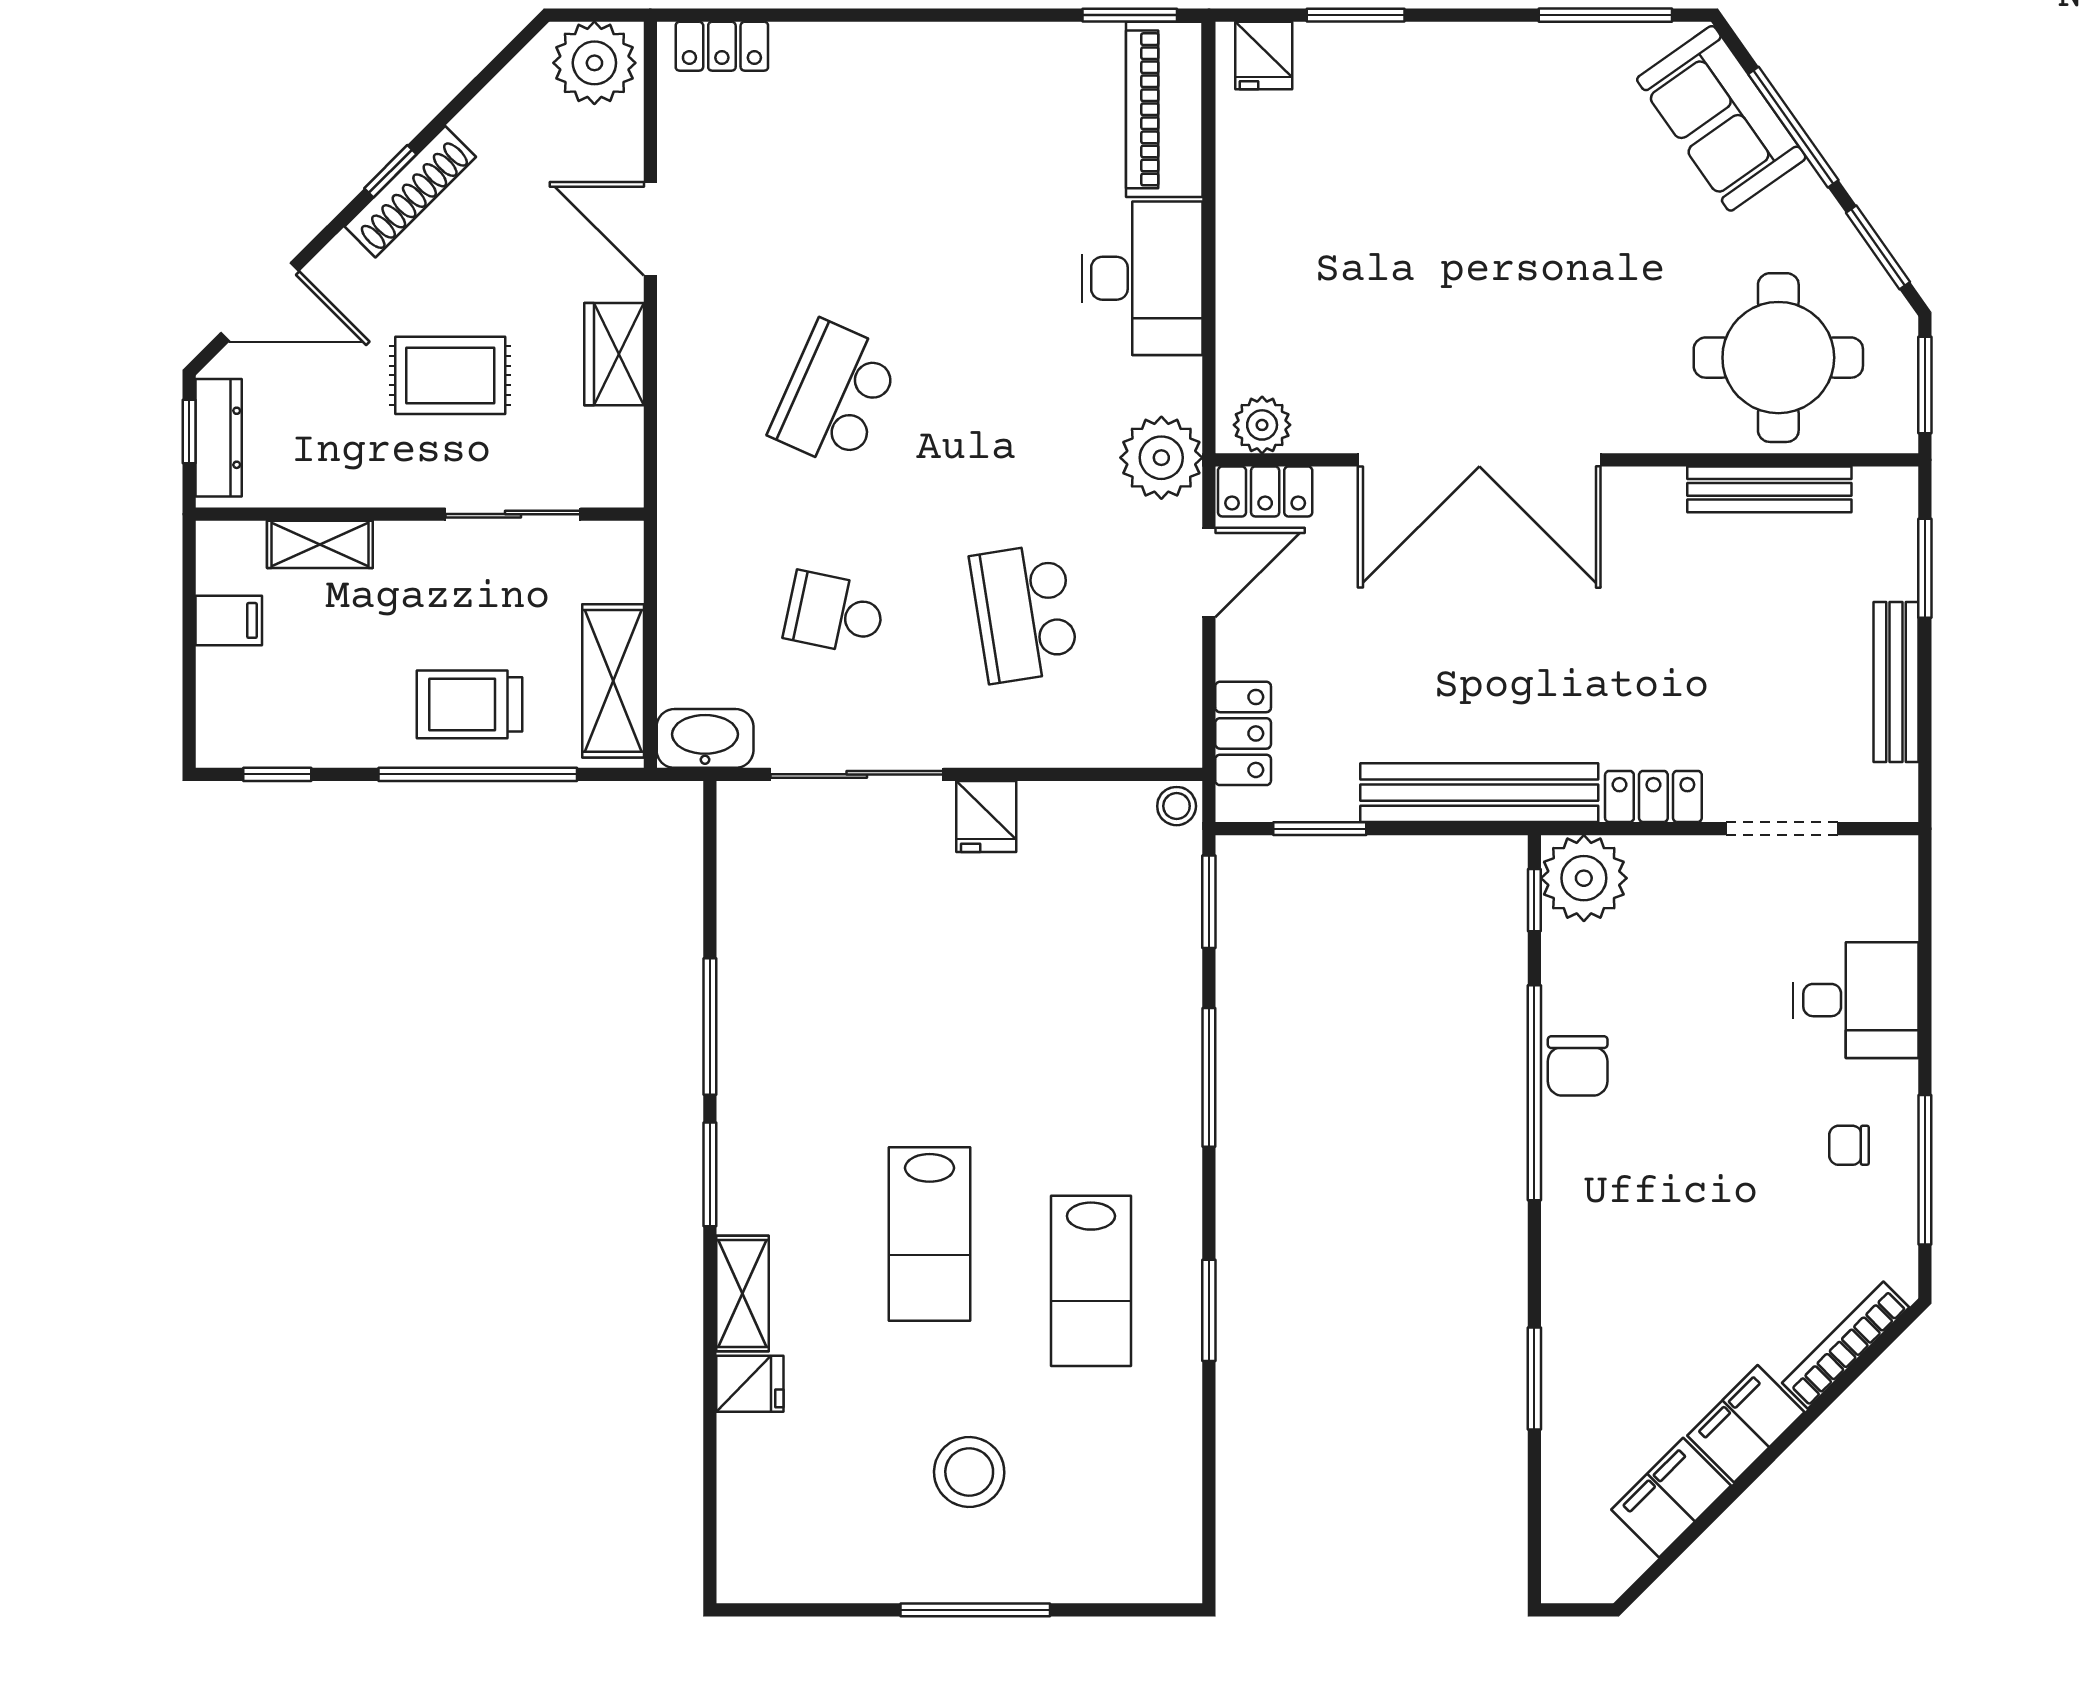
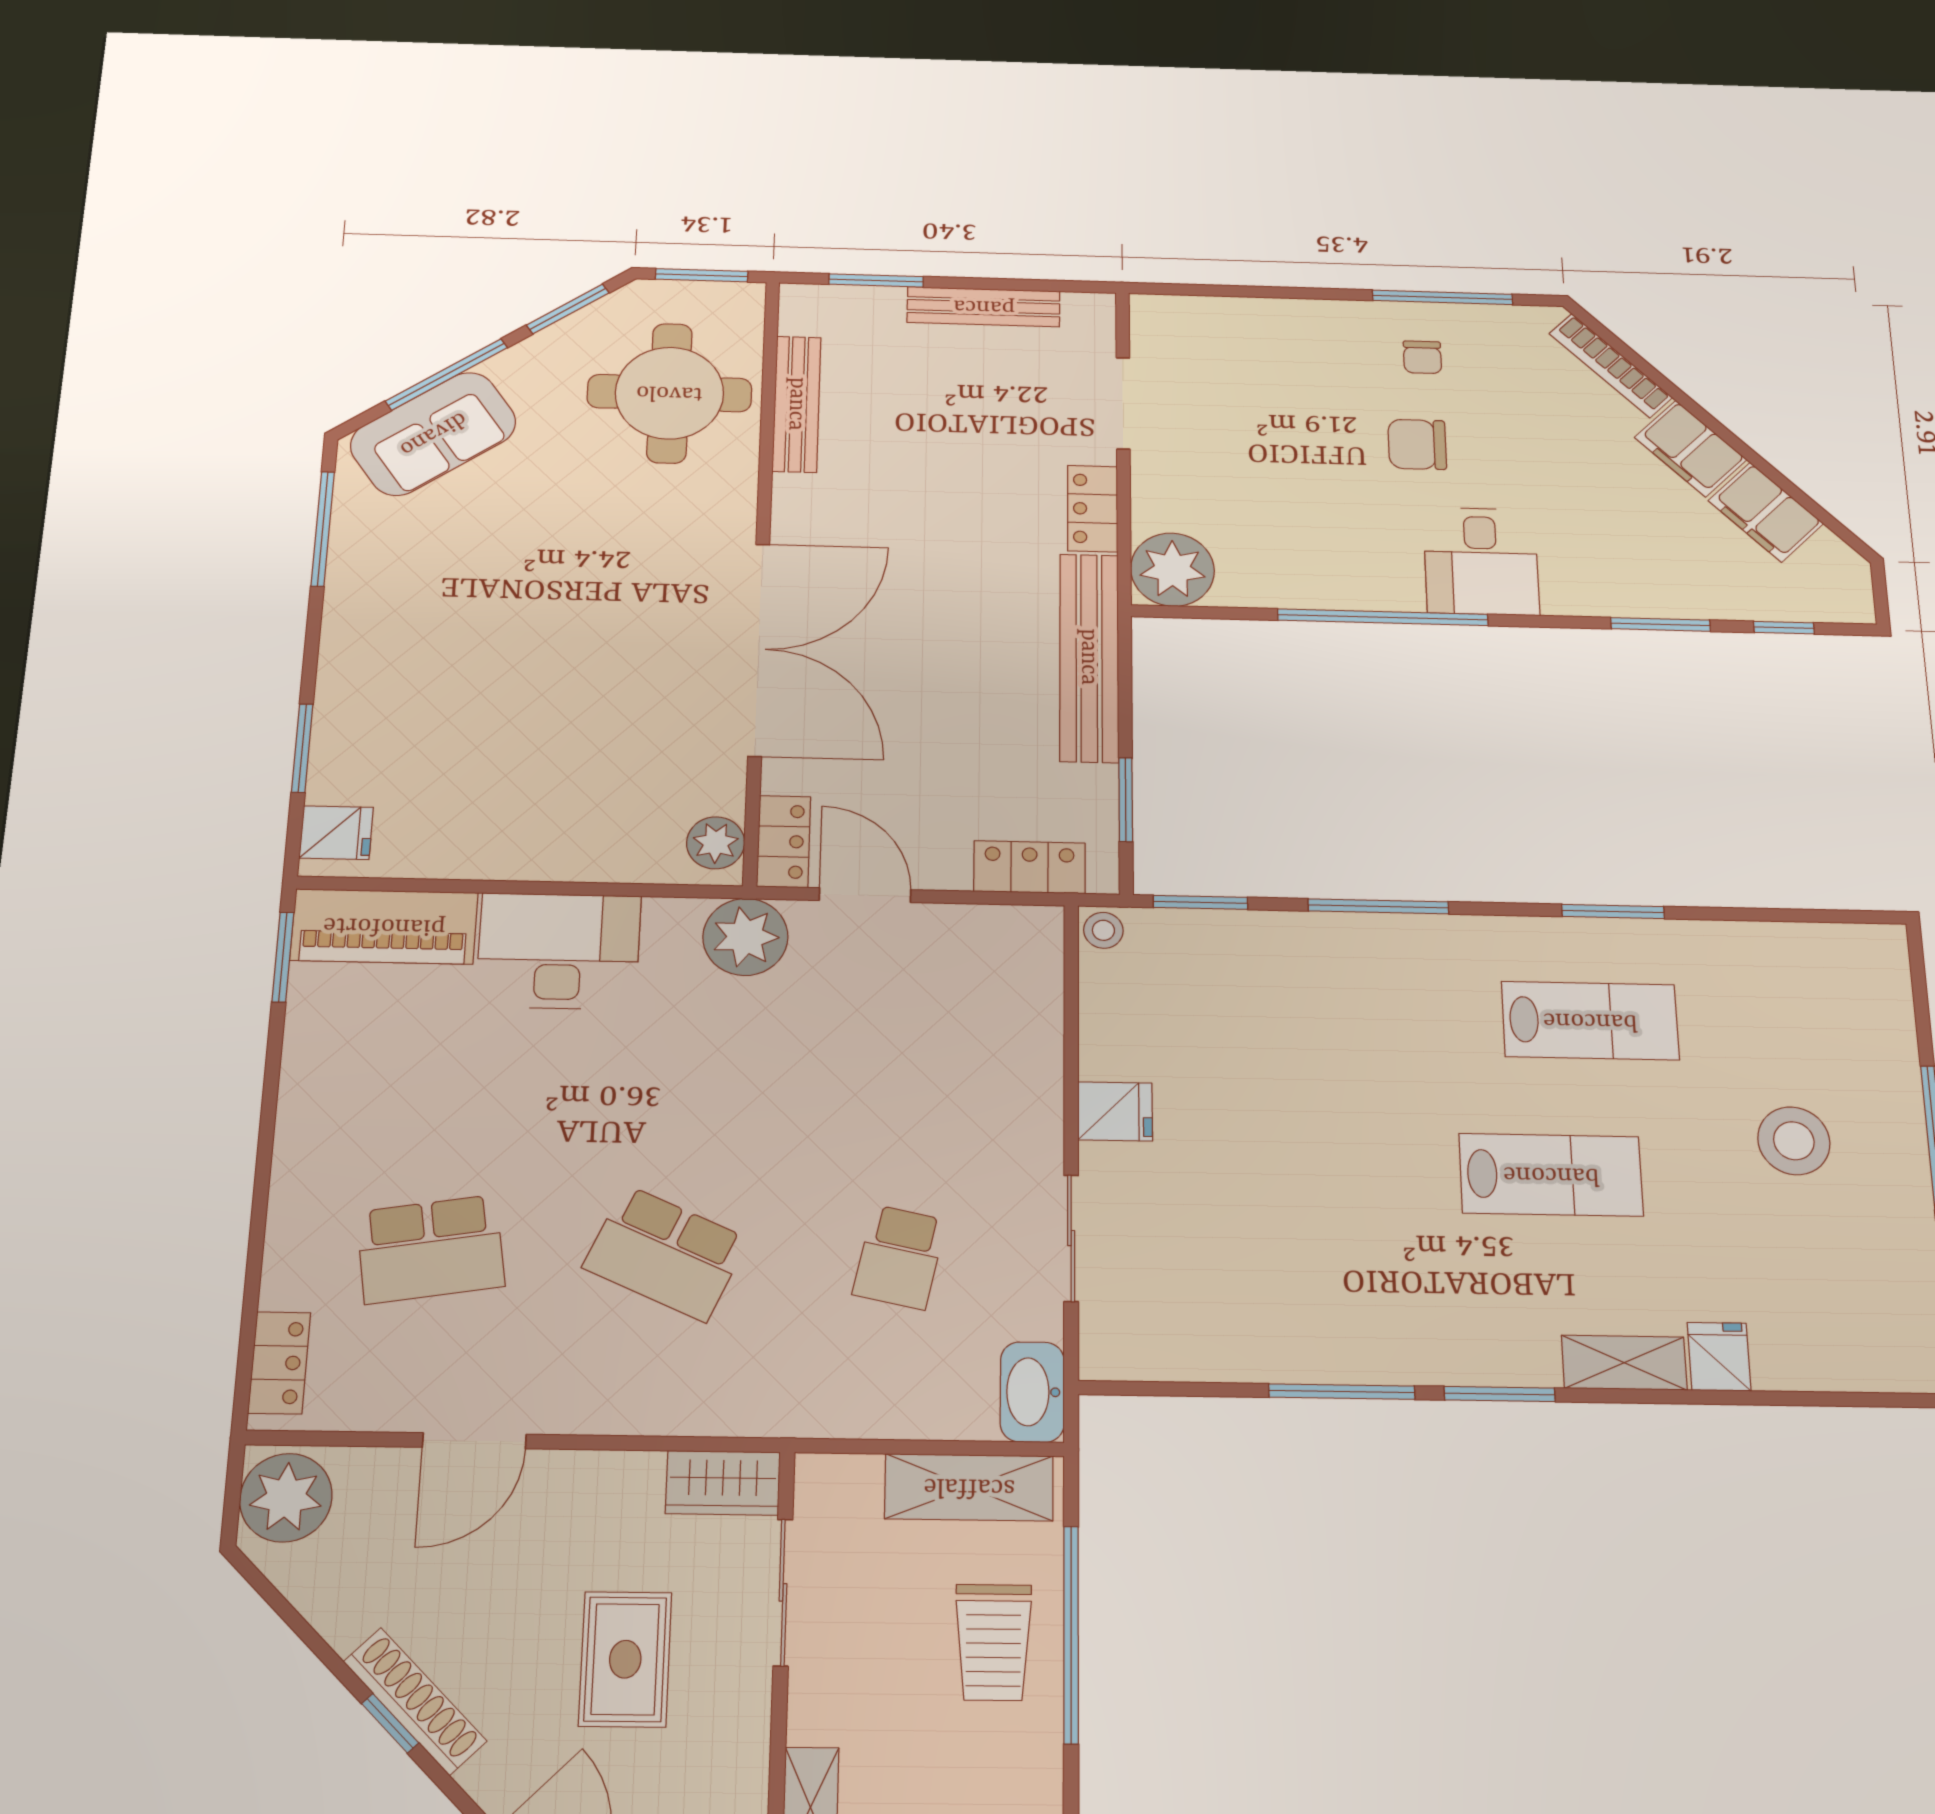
wardrobe: (614, 354) -> (723, 1483), moved
school desk: (1024, 613) -> (431, 1249), moved
sliding door: (857, 774) -> (1071, 1238), width x0.73
window: (1534, 900) -> (1784, 628), moved
desk: (1856, 1000) -> (1481, 561), moved, turned 180
chair: (1578, 1066) -> (1417, 444), moved, turned 180

